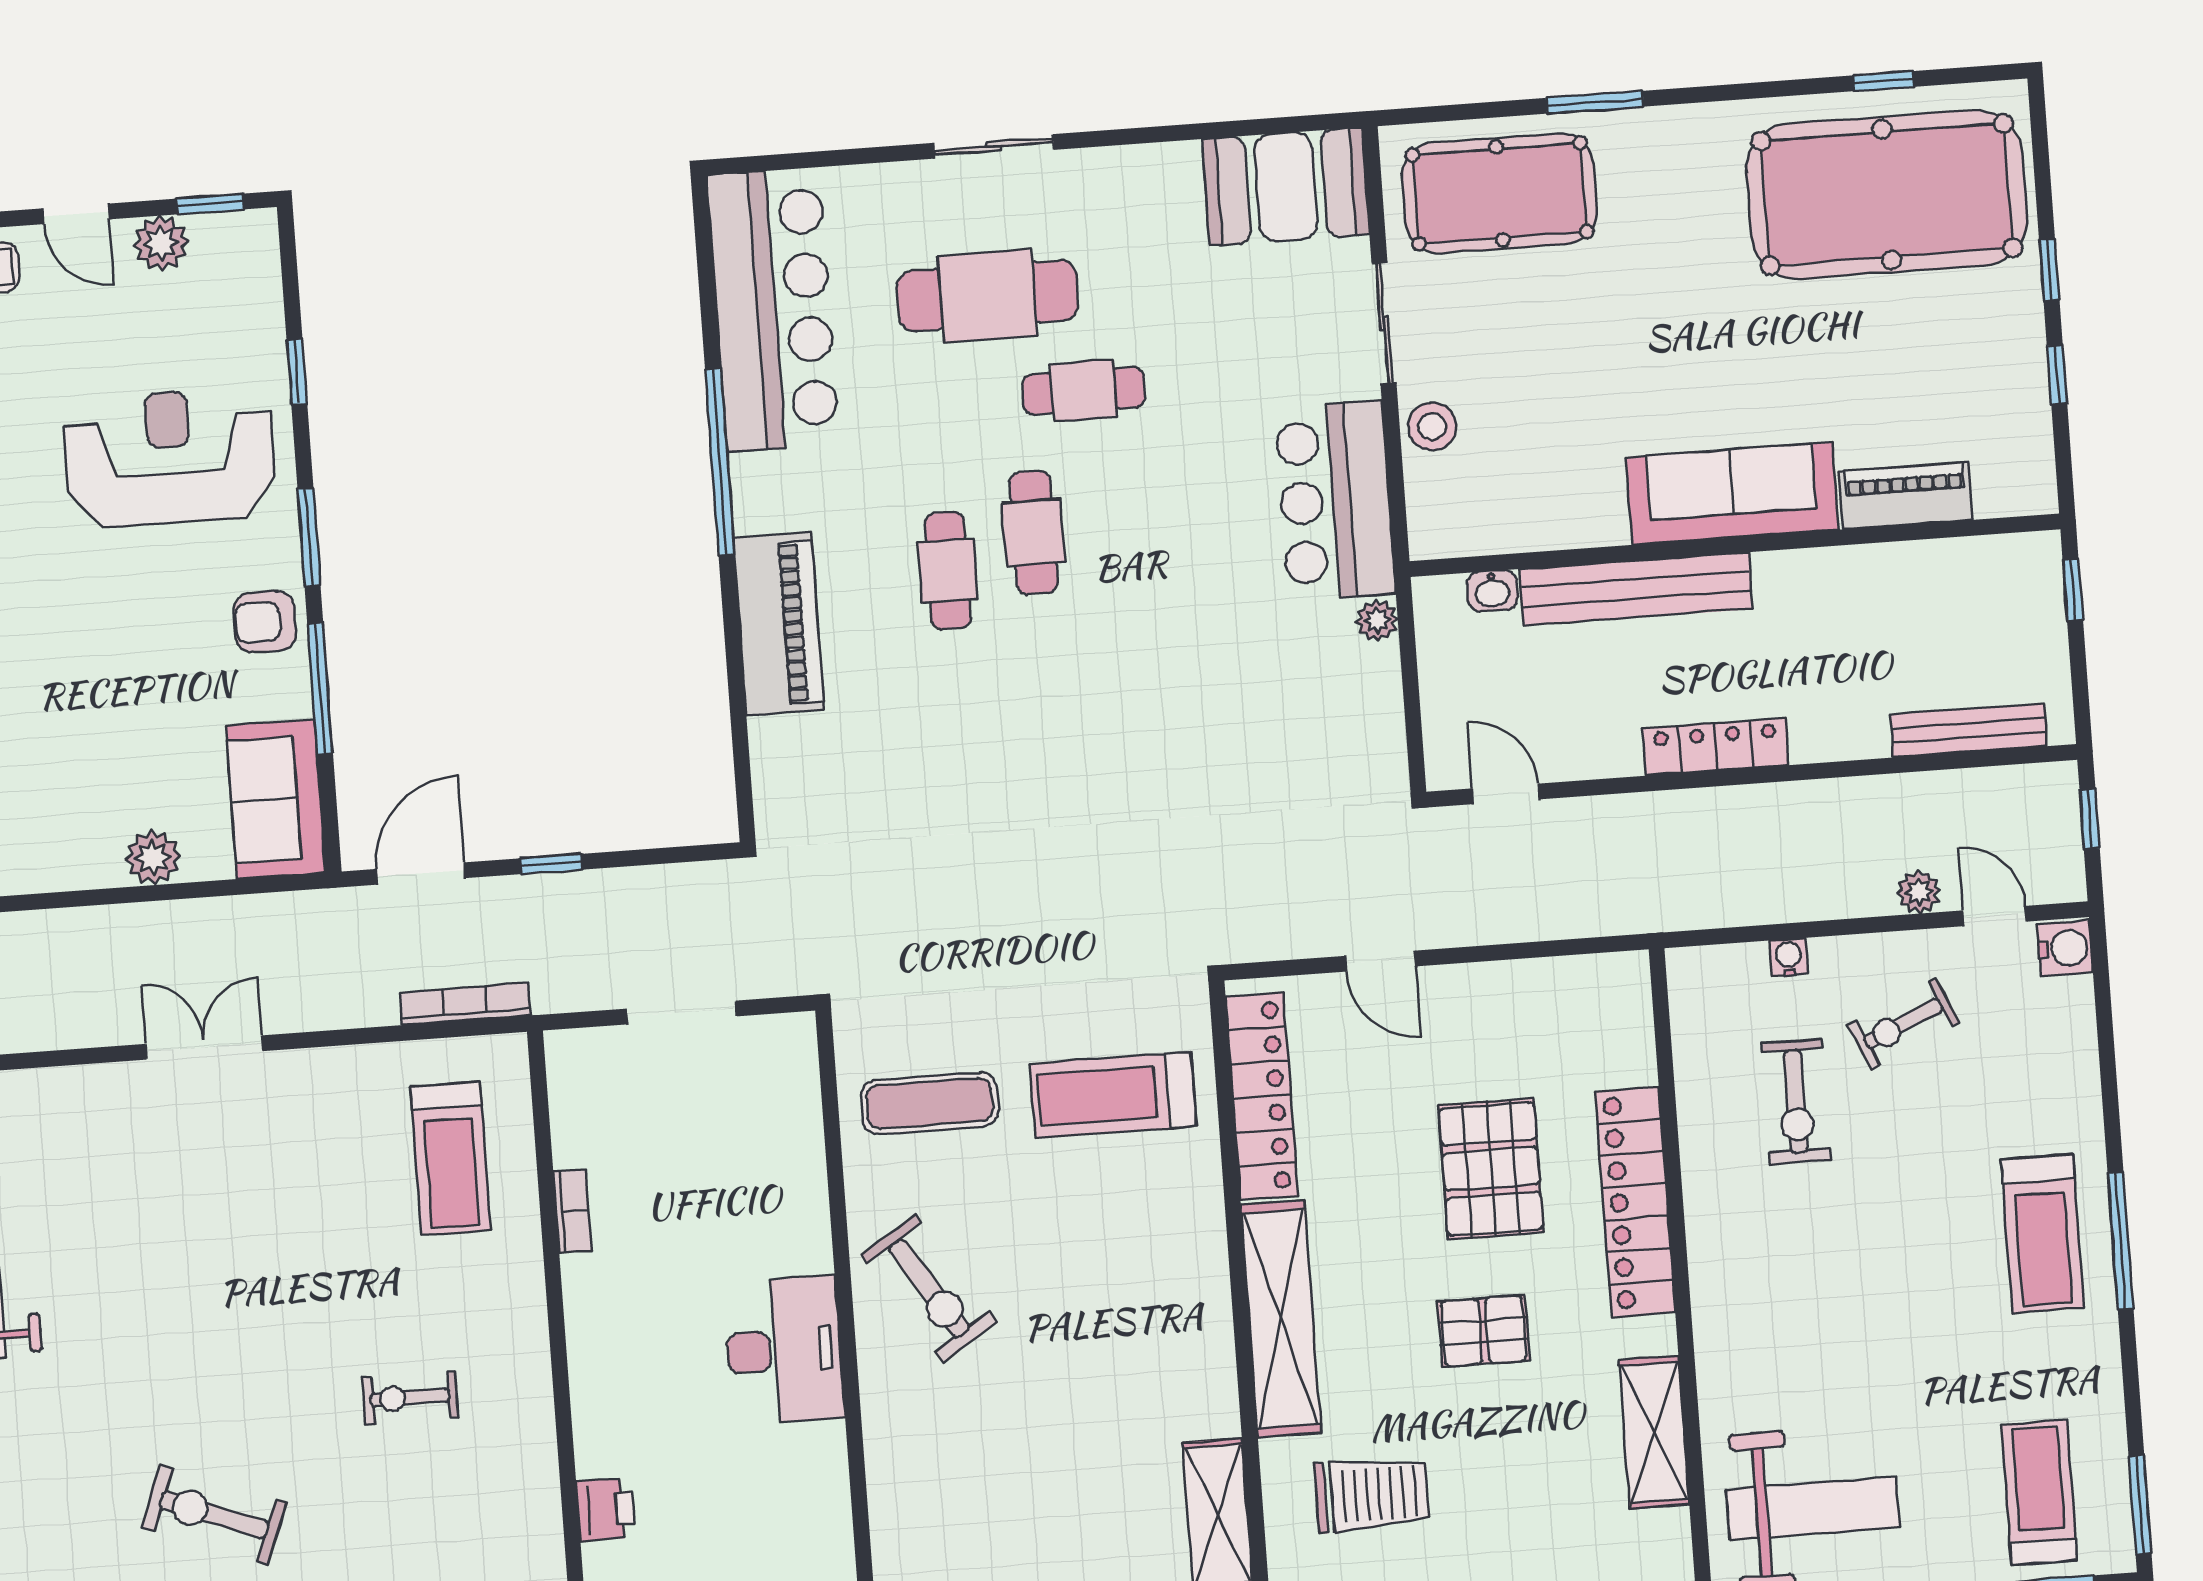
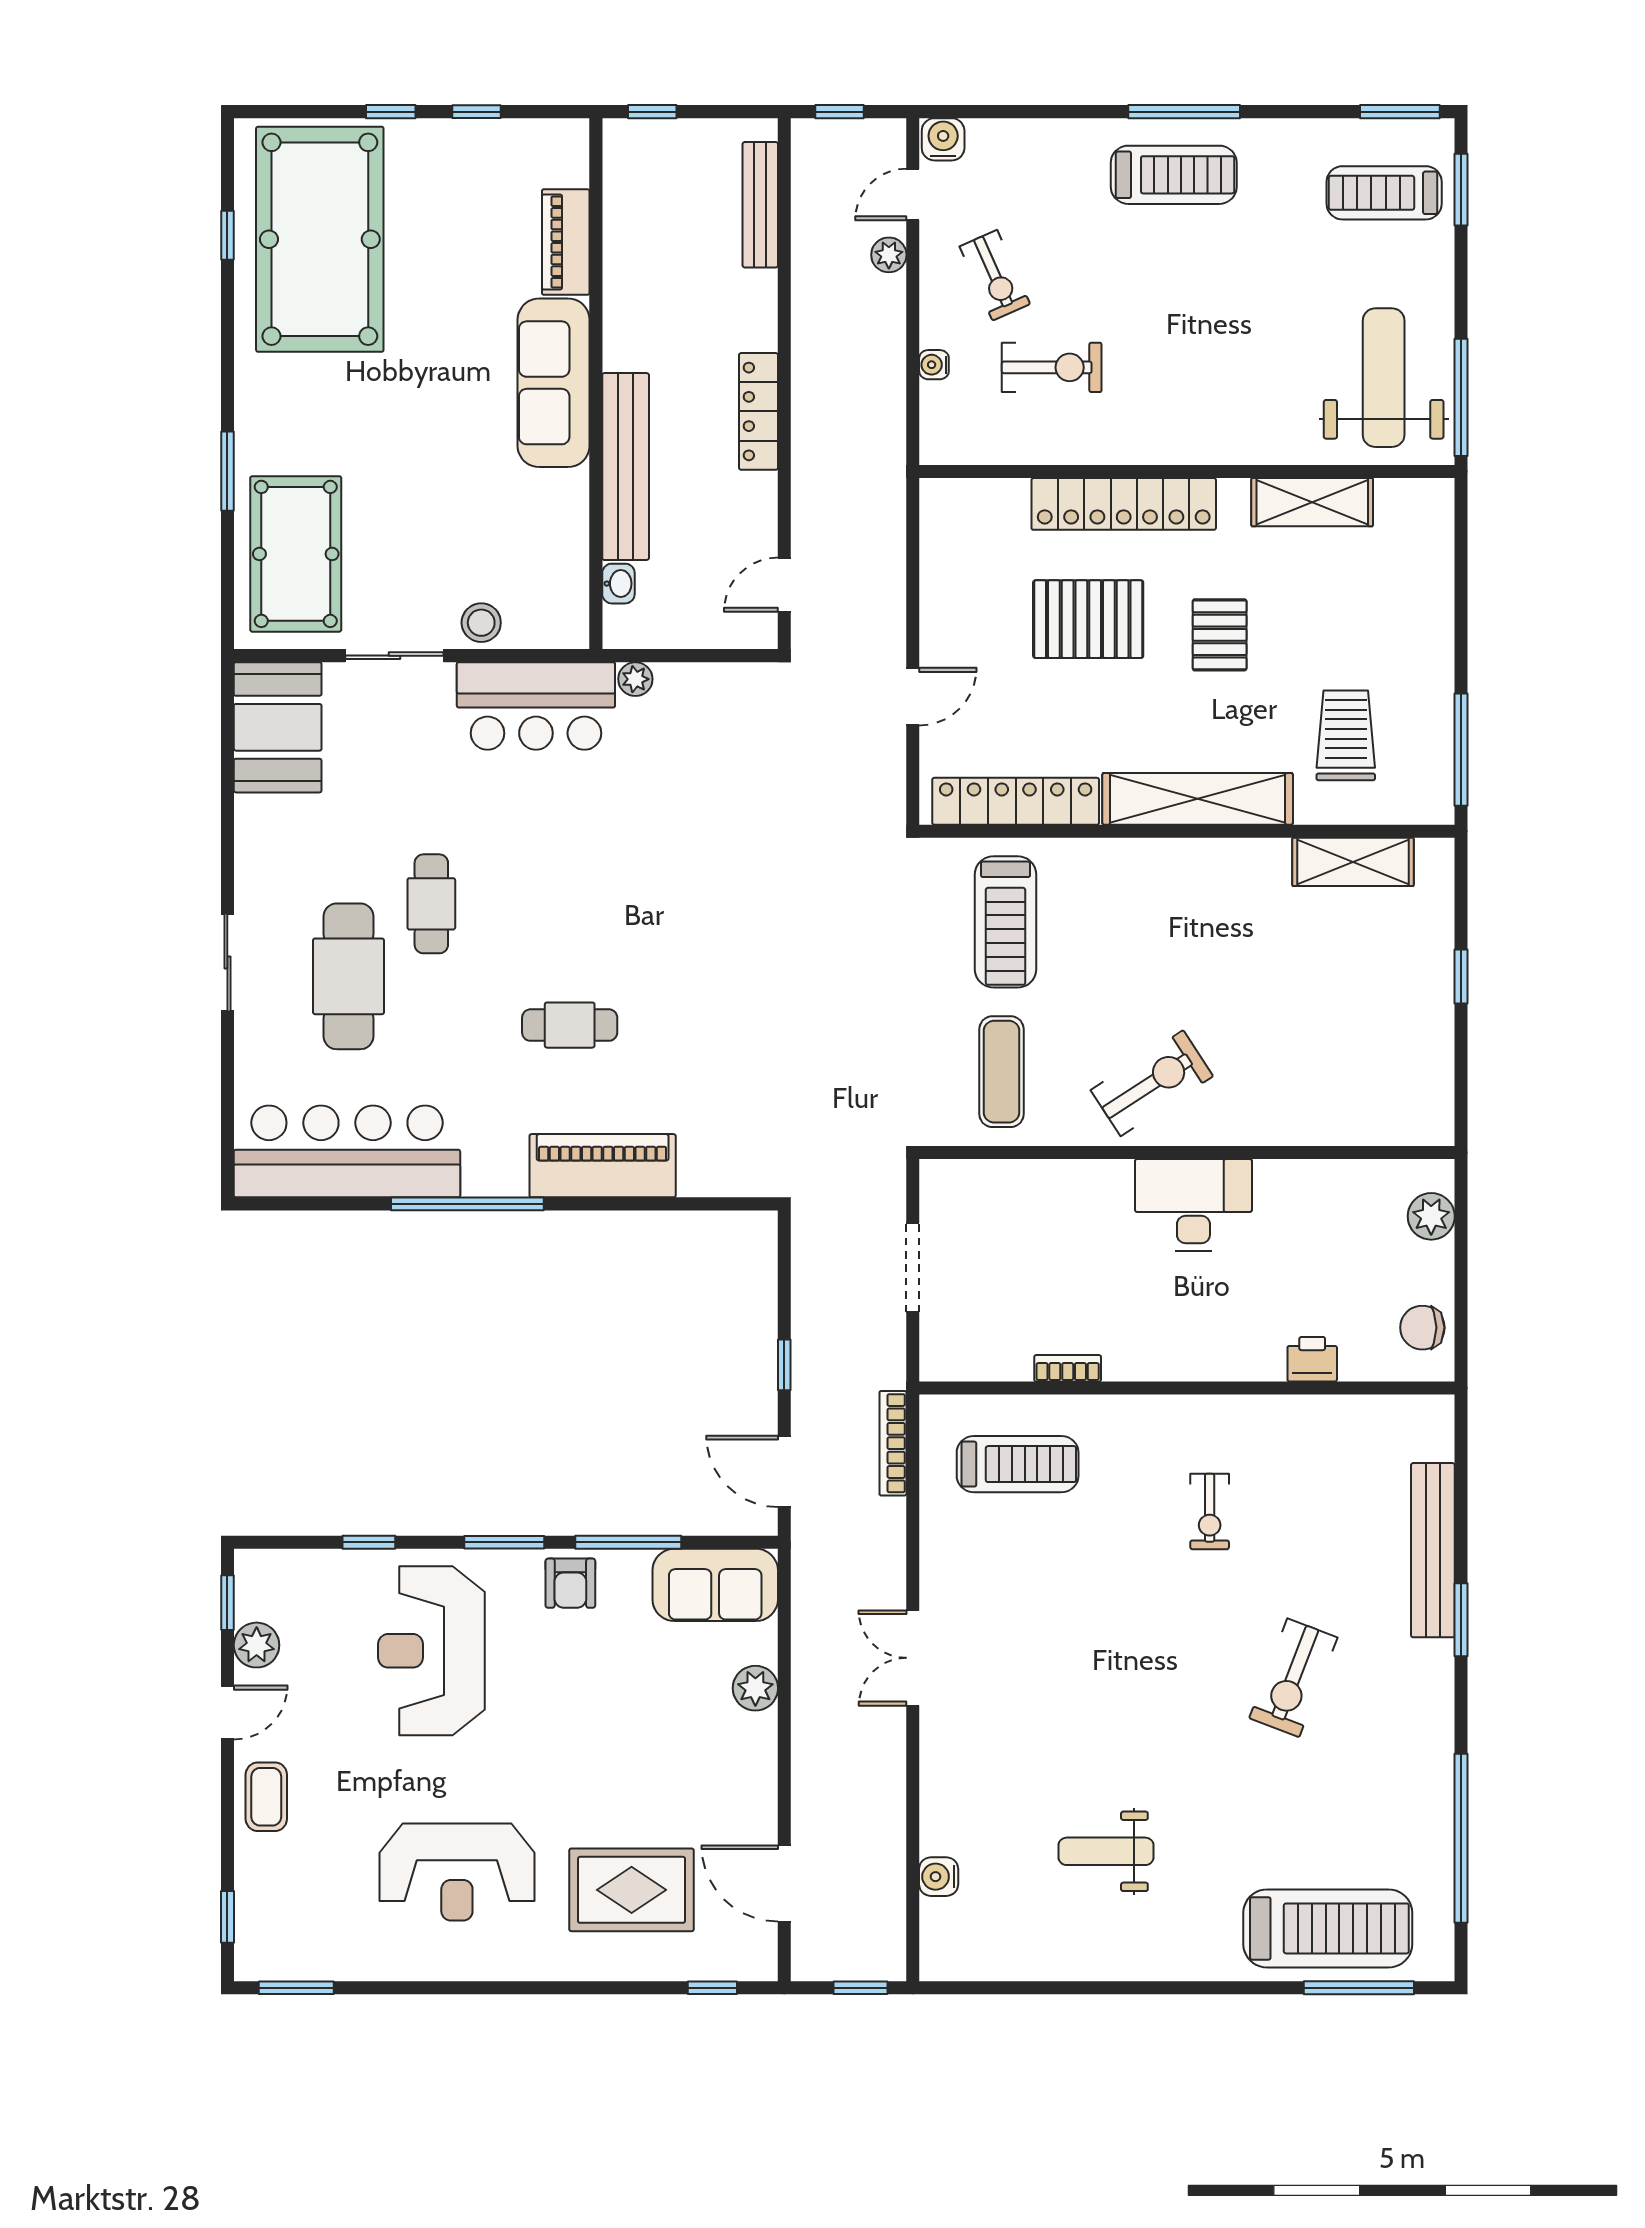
cafe table: (1033, 533) -> (544, 953), removed

